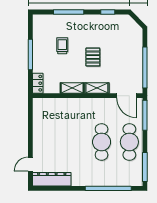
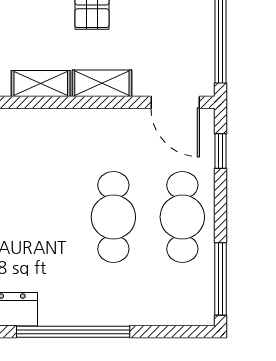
window: (145, 115) -> (221, 151), width x0.46
window: (108, 188) -> (73, 332), moved

